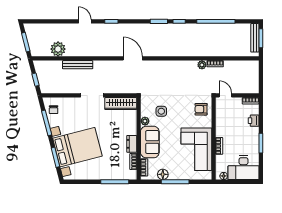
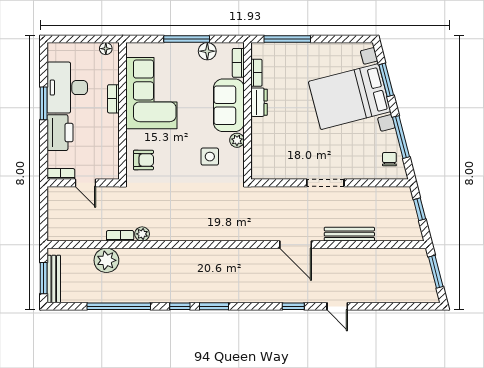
plant: (58, 49) -> (106, 260), moved
door: (133, 58) -> (296, 245), moved
door: (225, 95) -> (86, 183), moved
wardrobe: (121, 104) -> (277, 169), removed
printer: (254, 121) -> (60, 133), width x1.87, depth x1.48
desk: (244, 168) -> (67, 88), moved, turned -90

